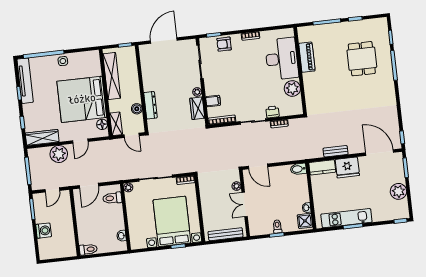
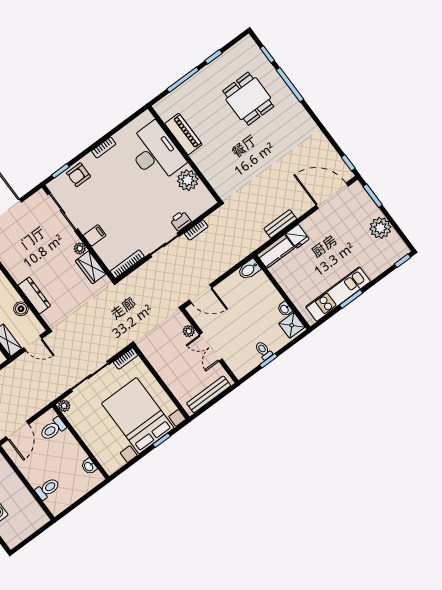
filing cabinet: (213, 101) -> (95, 235), moved
fridge: (347, 168) -> (297, 236), width x0.53, depth x0.75
toilet: (88, 249) -> (48, 489), moved

